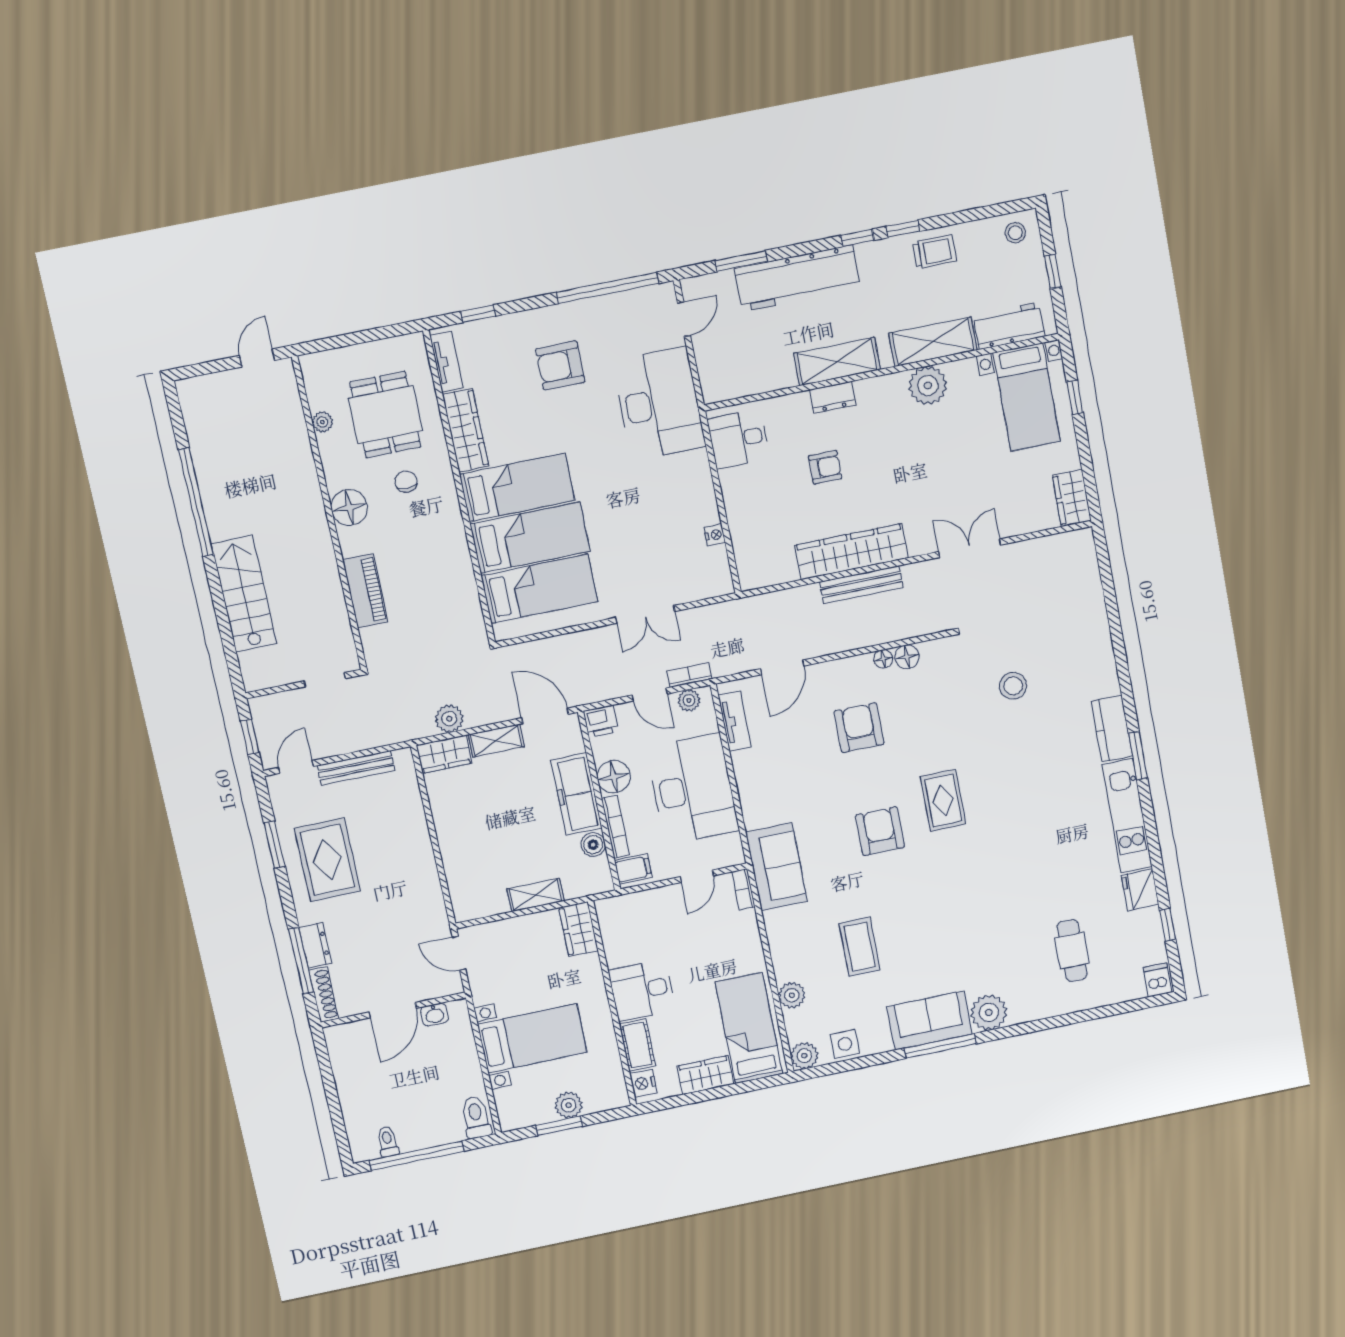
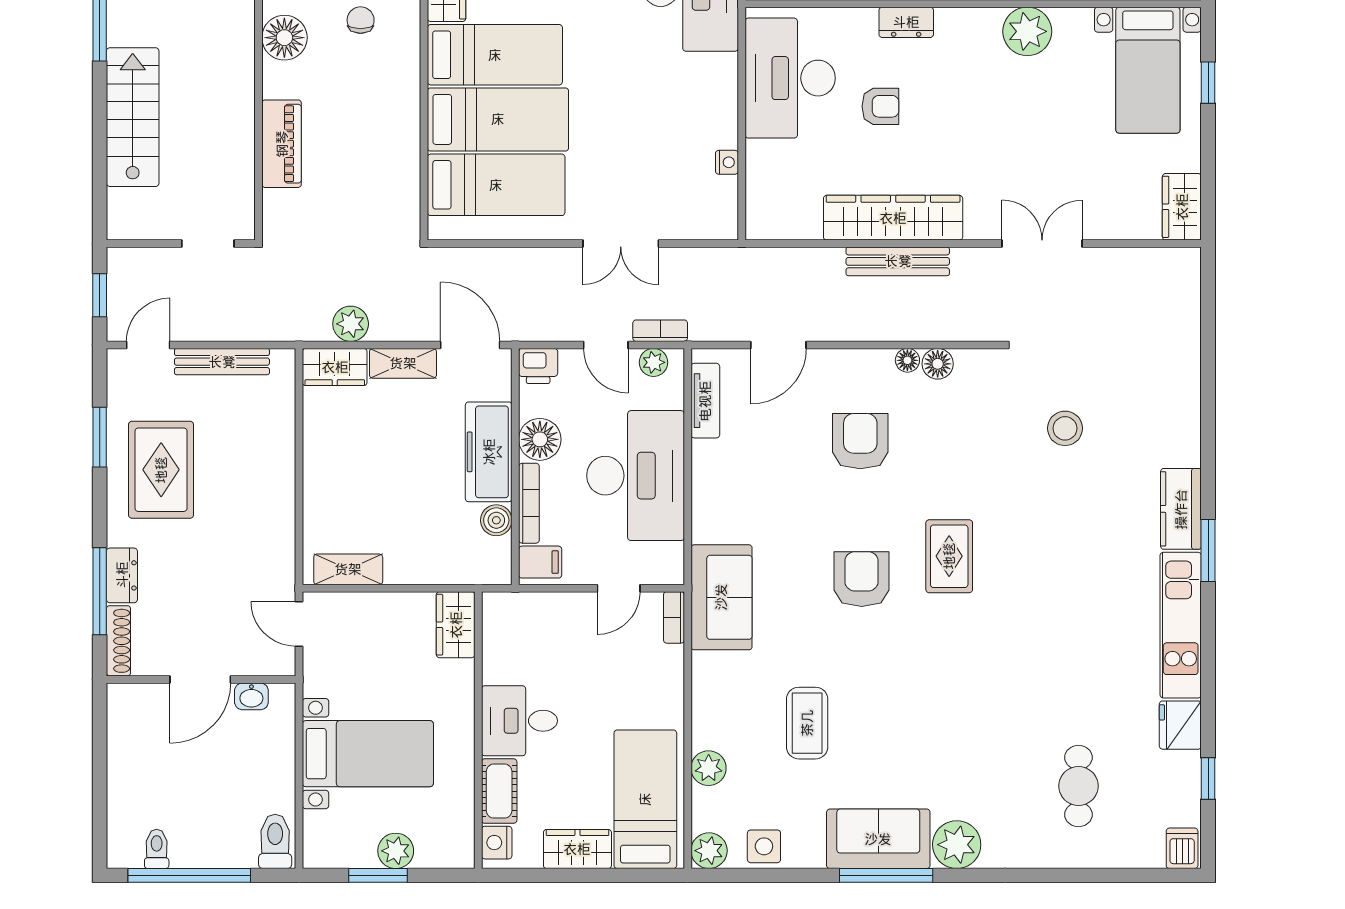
desk: (738, 439) -> (790, 78), width x1.87, depth x1.30
shelving: (535, 895) -> (348, 569), moved

